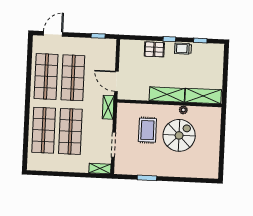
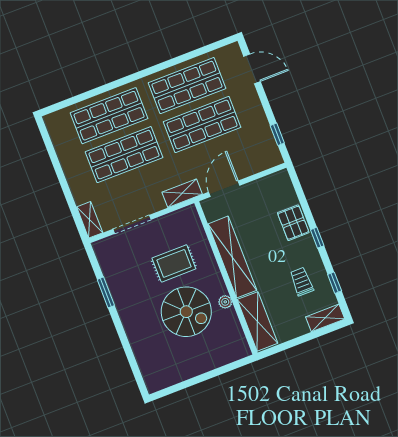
trolley: (183, 49) -> (302, 282), moved
shelving: (219, 55) -> (325, 318), added
shelving: (167, 94) -> (232, 257), width x1.47

